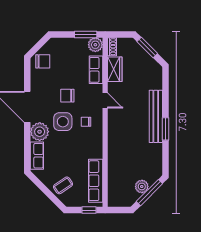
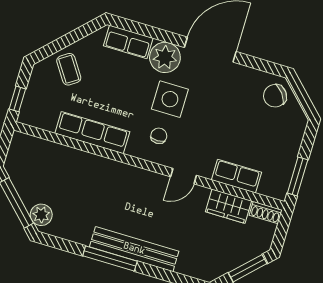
plant: (95, 45) -> (277, 187), removed
chair: (43, 61) -> (275, 96), turned 53
chair: (67, 96) -> (209, 119), removed
window: (165, 129) -> (110, 258), width x1.44
row of seats: (96, 181) -> (92, 133), moved
plant: (142, 186) -> (41, 215), moved

